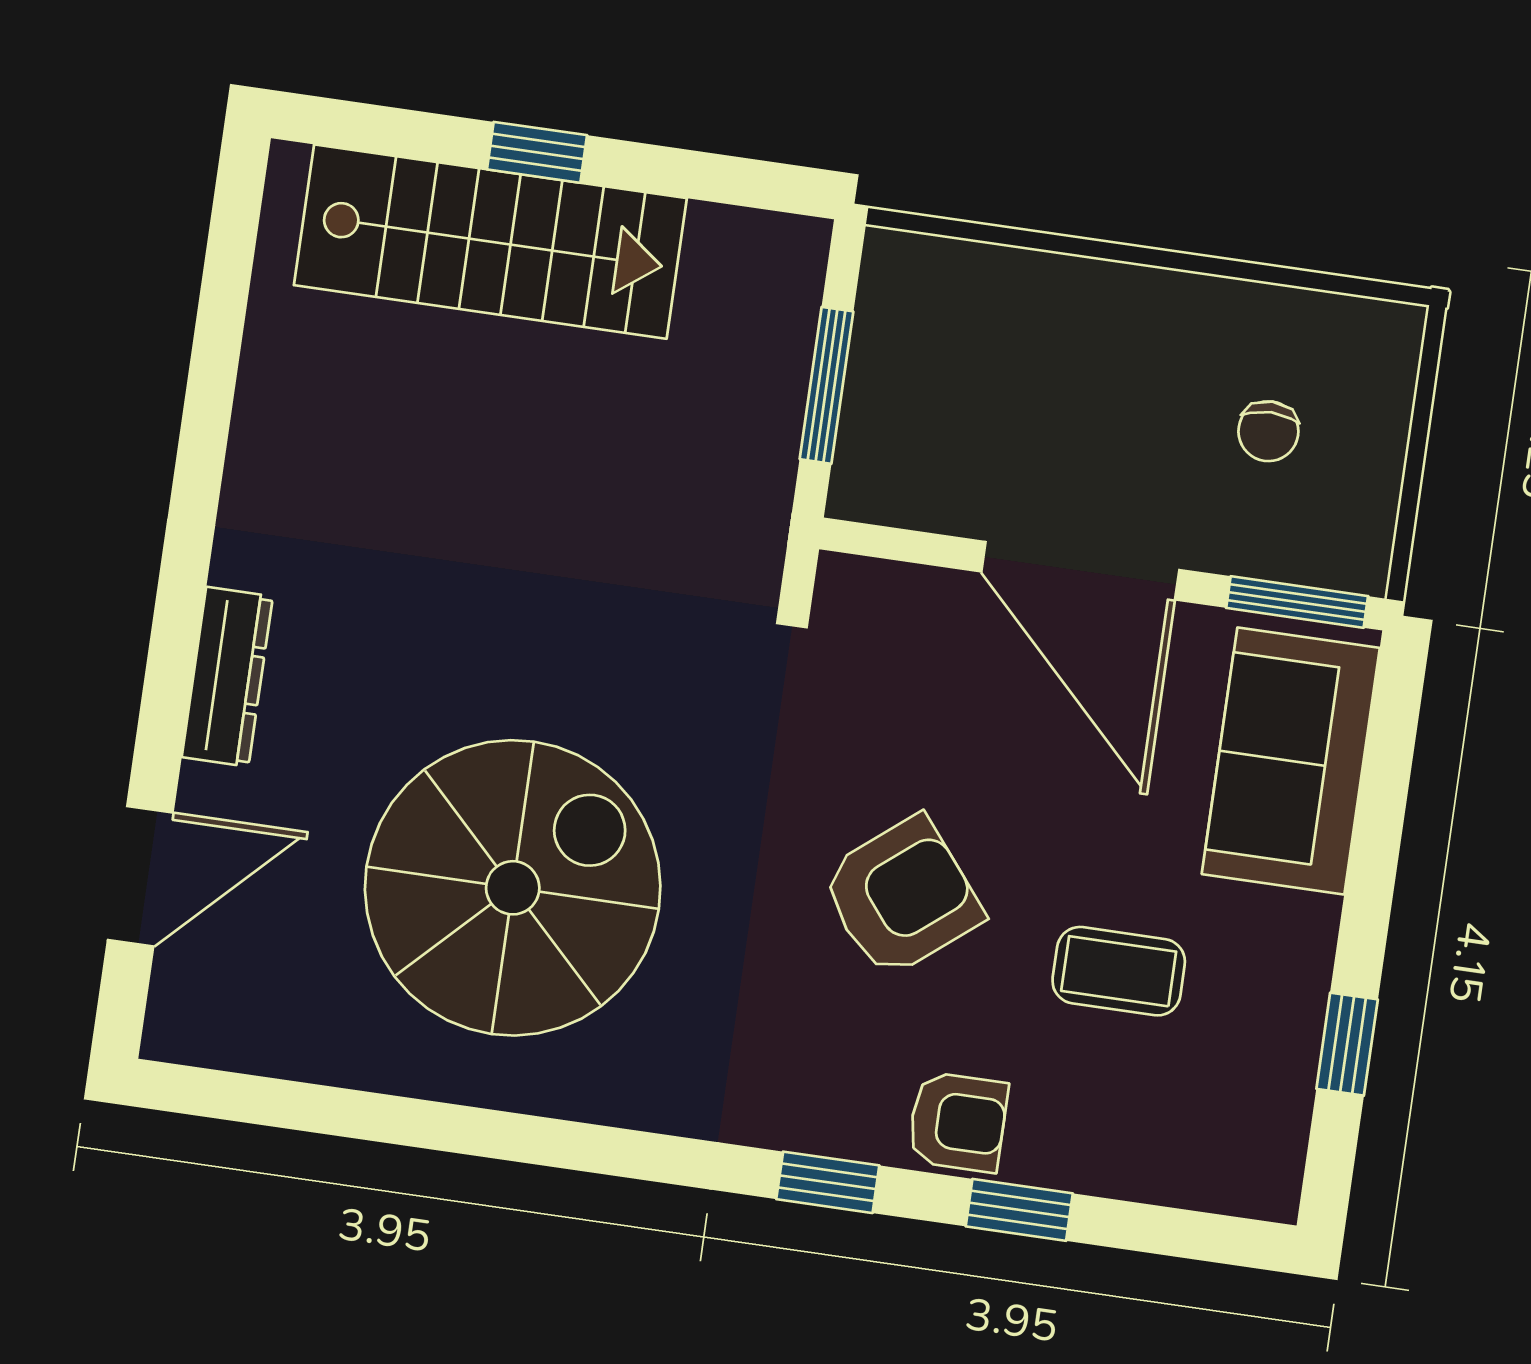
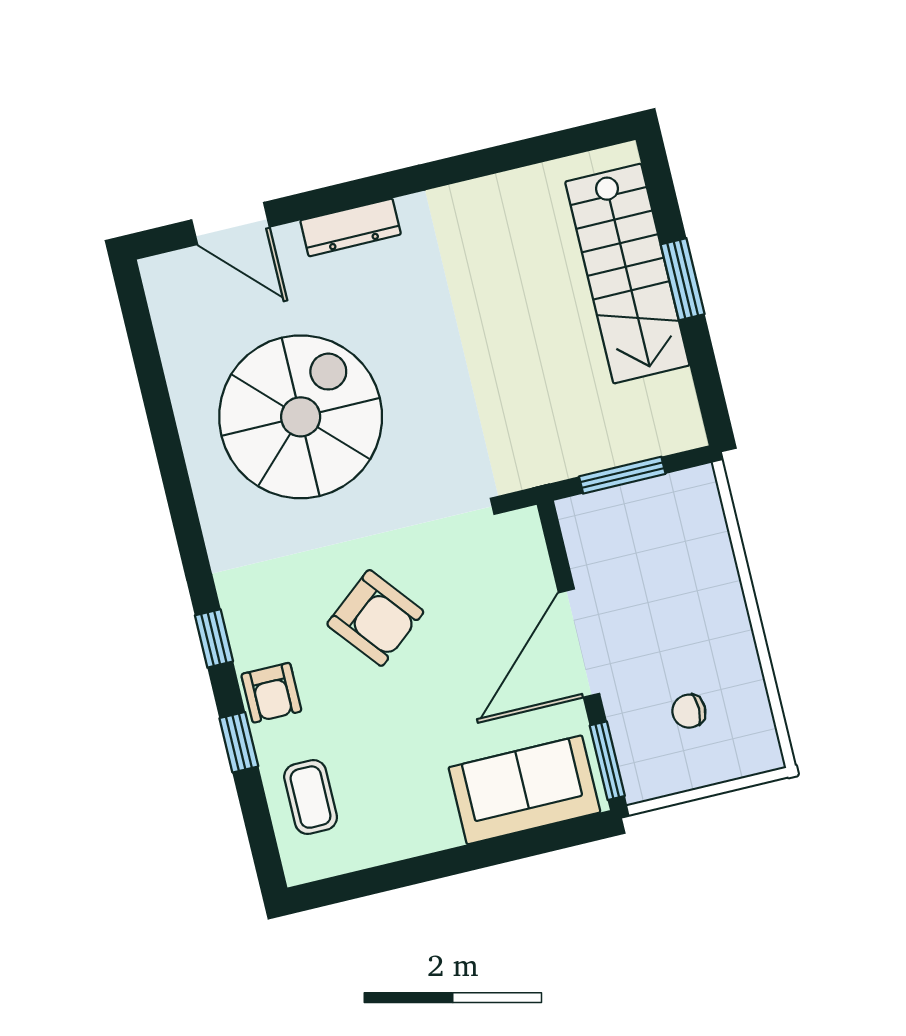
window: (537, 152) -> (683, 279), width x1.50
spiral stairs: (513, 888) -> (301, 417), turned -90
coffee table: (1119, 971) -> (311, 797), moved
window: (1347, 1044) -> (391, 876), removed

